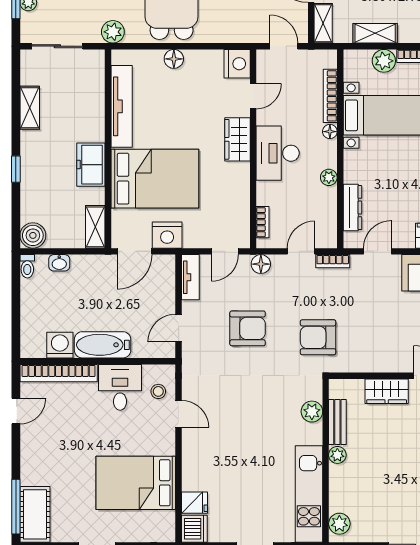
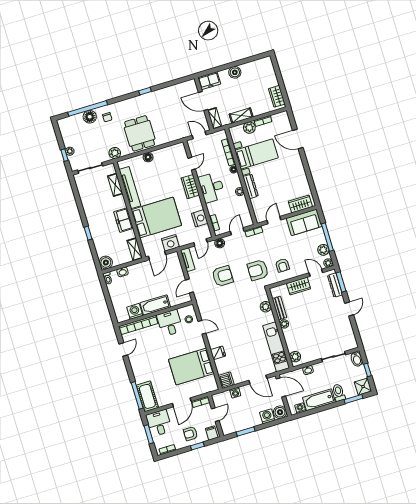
nightstand: (237, 64) -> (200, 218), moved
shelving: (30, 108) -> (115, 185), moved
dresser: (352, 208) -> (251, 186), moved
armchair: (368, 342) -> (282, 265), added
fridge: (194, 503) -> (218, 353), moved

